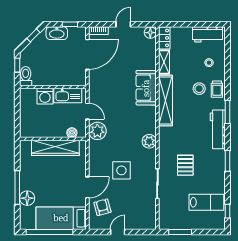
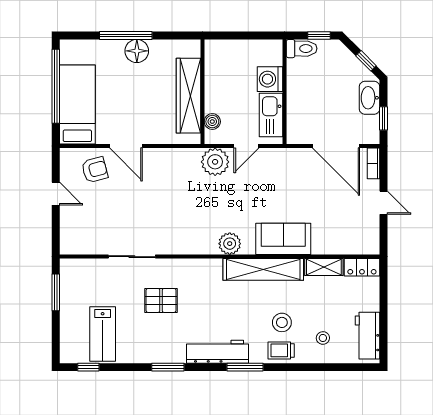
floor lamp: (150, 33) -> (370, 245), removed
plant: (149, 141) -> (230, 244), moved
side table: (121, 170) -> (153, 200), removed
floor lamp: (27, 198) -> (137, 51), moved

